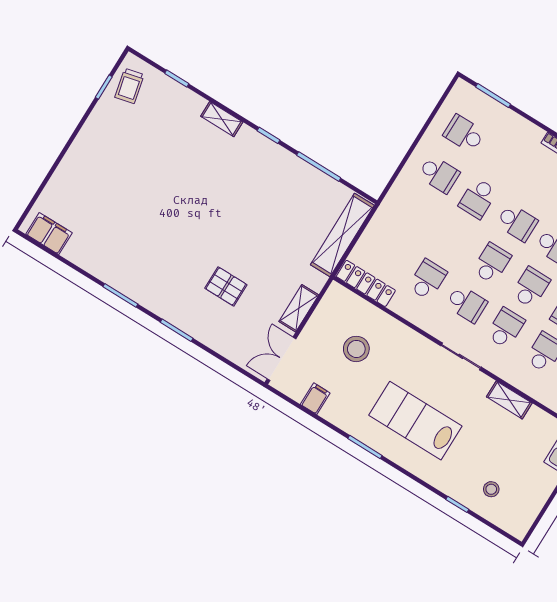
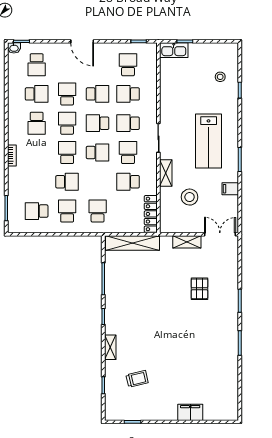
trolley: (129, 86) -> (137, 379), moved
school desk: (464, 134) -> (37, 211), turned 90
school desk: (414, 215) -> (98, 211), added
filing cabinet: (49, 234) -> (190, 412), moved, turned 90
school desk: (492, 263) -> (98, 152), turned 180
double door: (282, 359) -> (220, 234), swing flipped
filing cabinet: (315, 399) -> (230, 189), moved
shelving: (509, 400) -> (166, 173), moved

